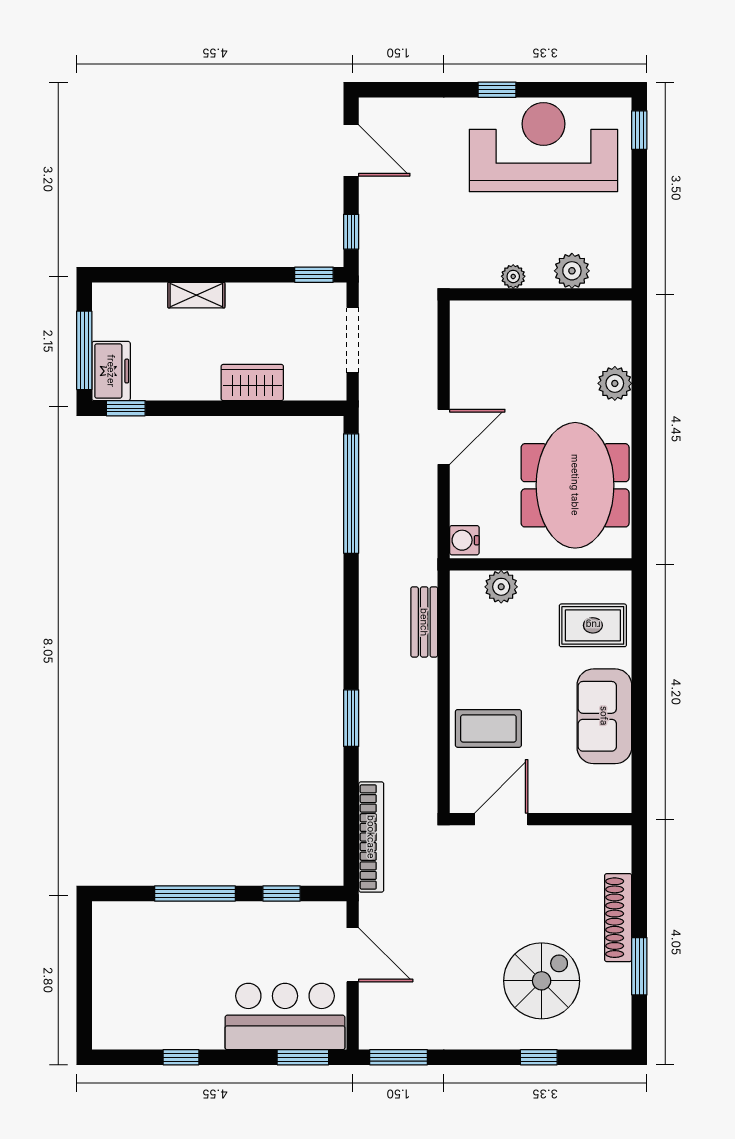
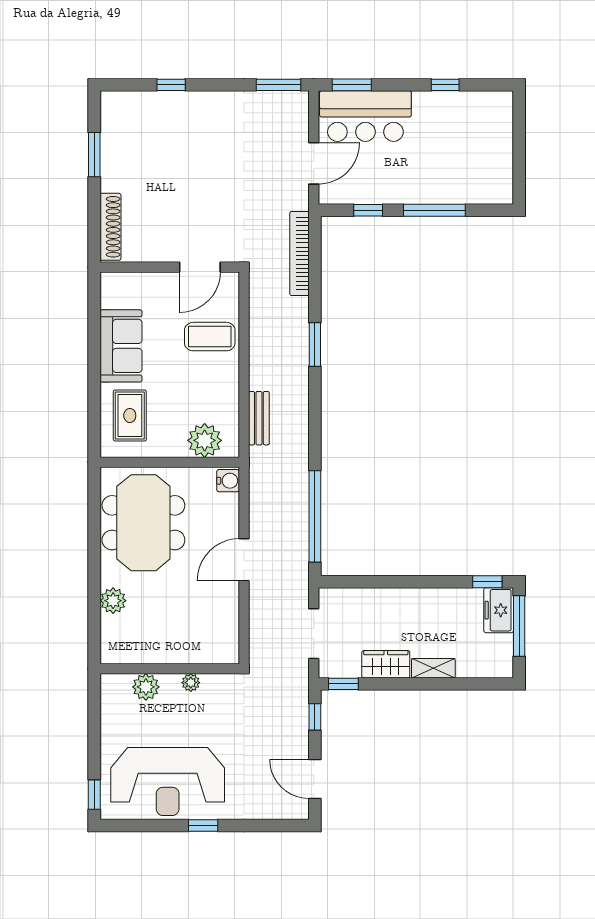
wardrobe: (252, 383) -> (386, 664), moved, turned 180
plant: (501, 587) -> (205, 440), width x1.36, depth x1.36
rug: (593, 625) -> (130, 415), turned 90
shoe rack: (618, 918) -> (110, 227), moved
door: (353, 955) -> (314, 163), swing flipped
spiral stairs: (542, 981) -> (169, 143), removed

